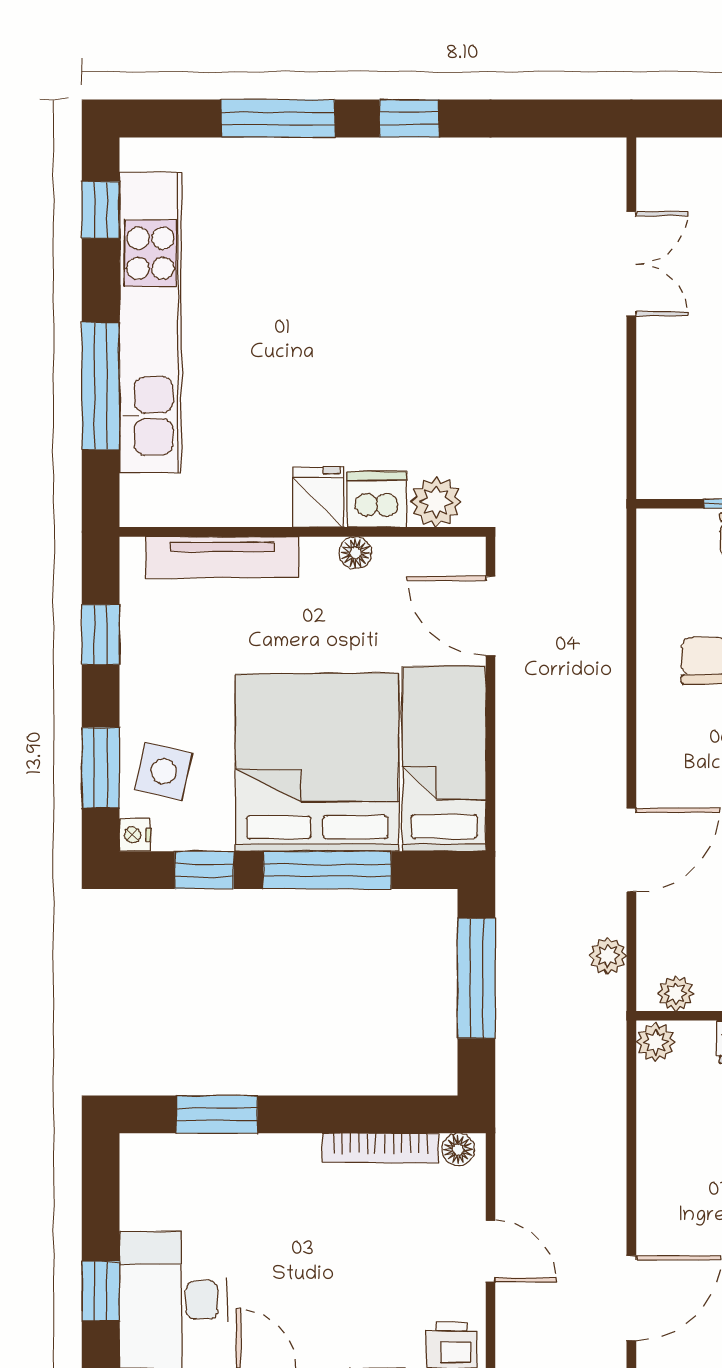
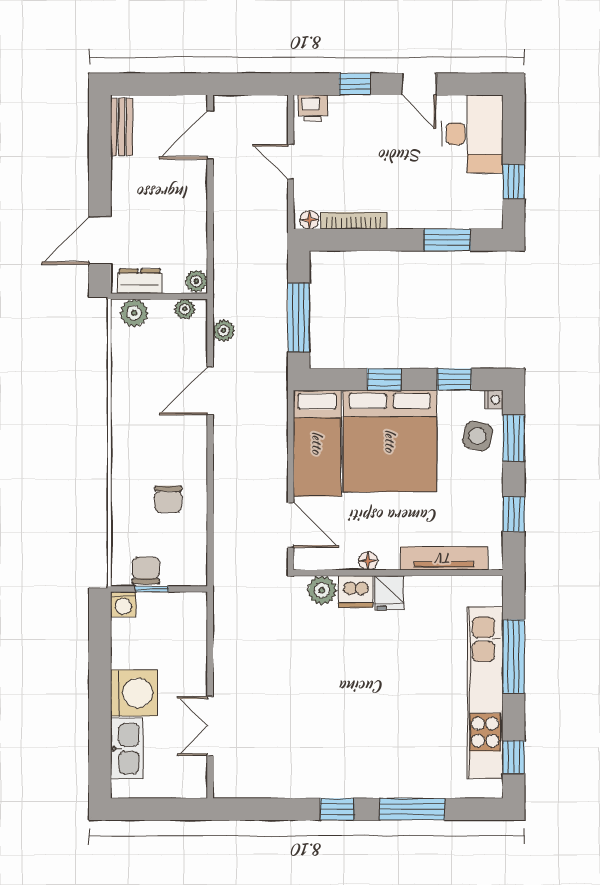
window: (327, 870) -> (384, 379), width x0.46
window: (101, 1291) -> (514, 182), moved

